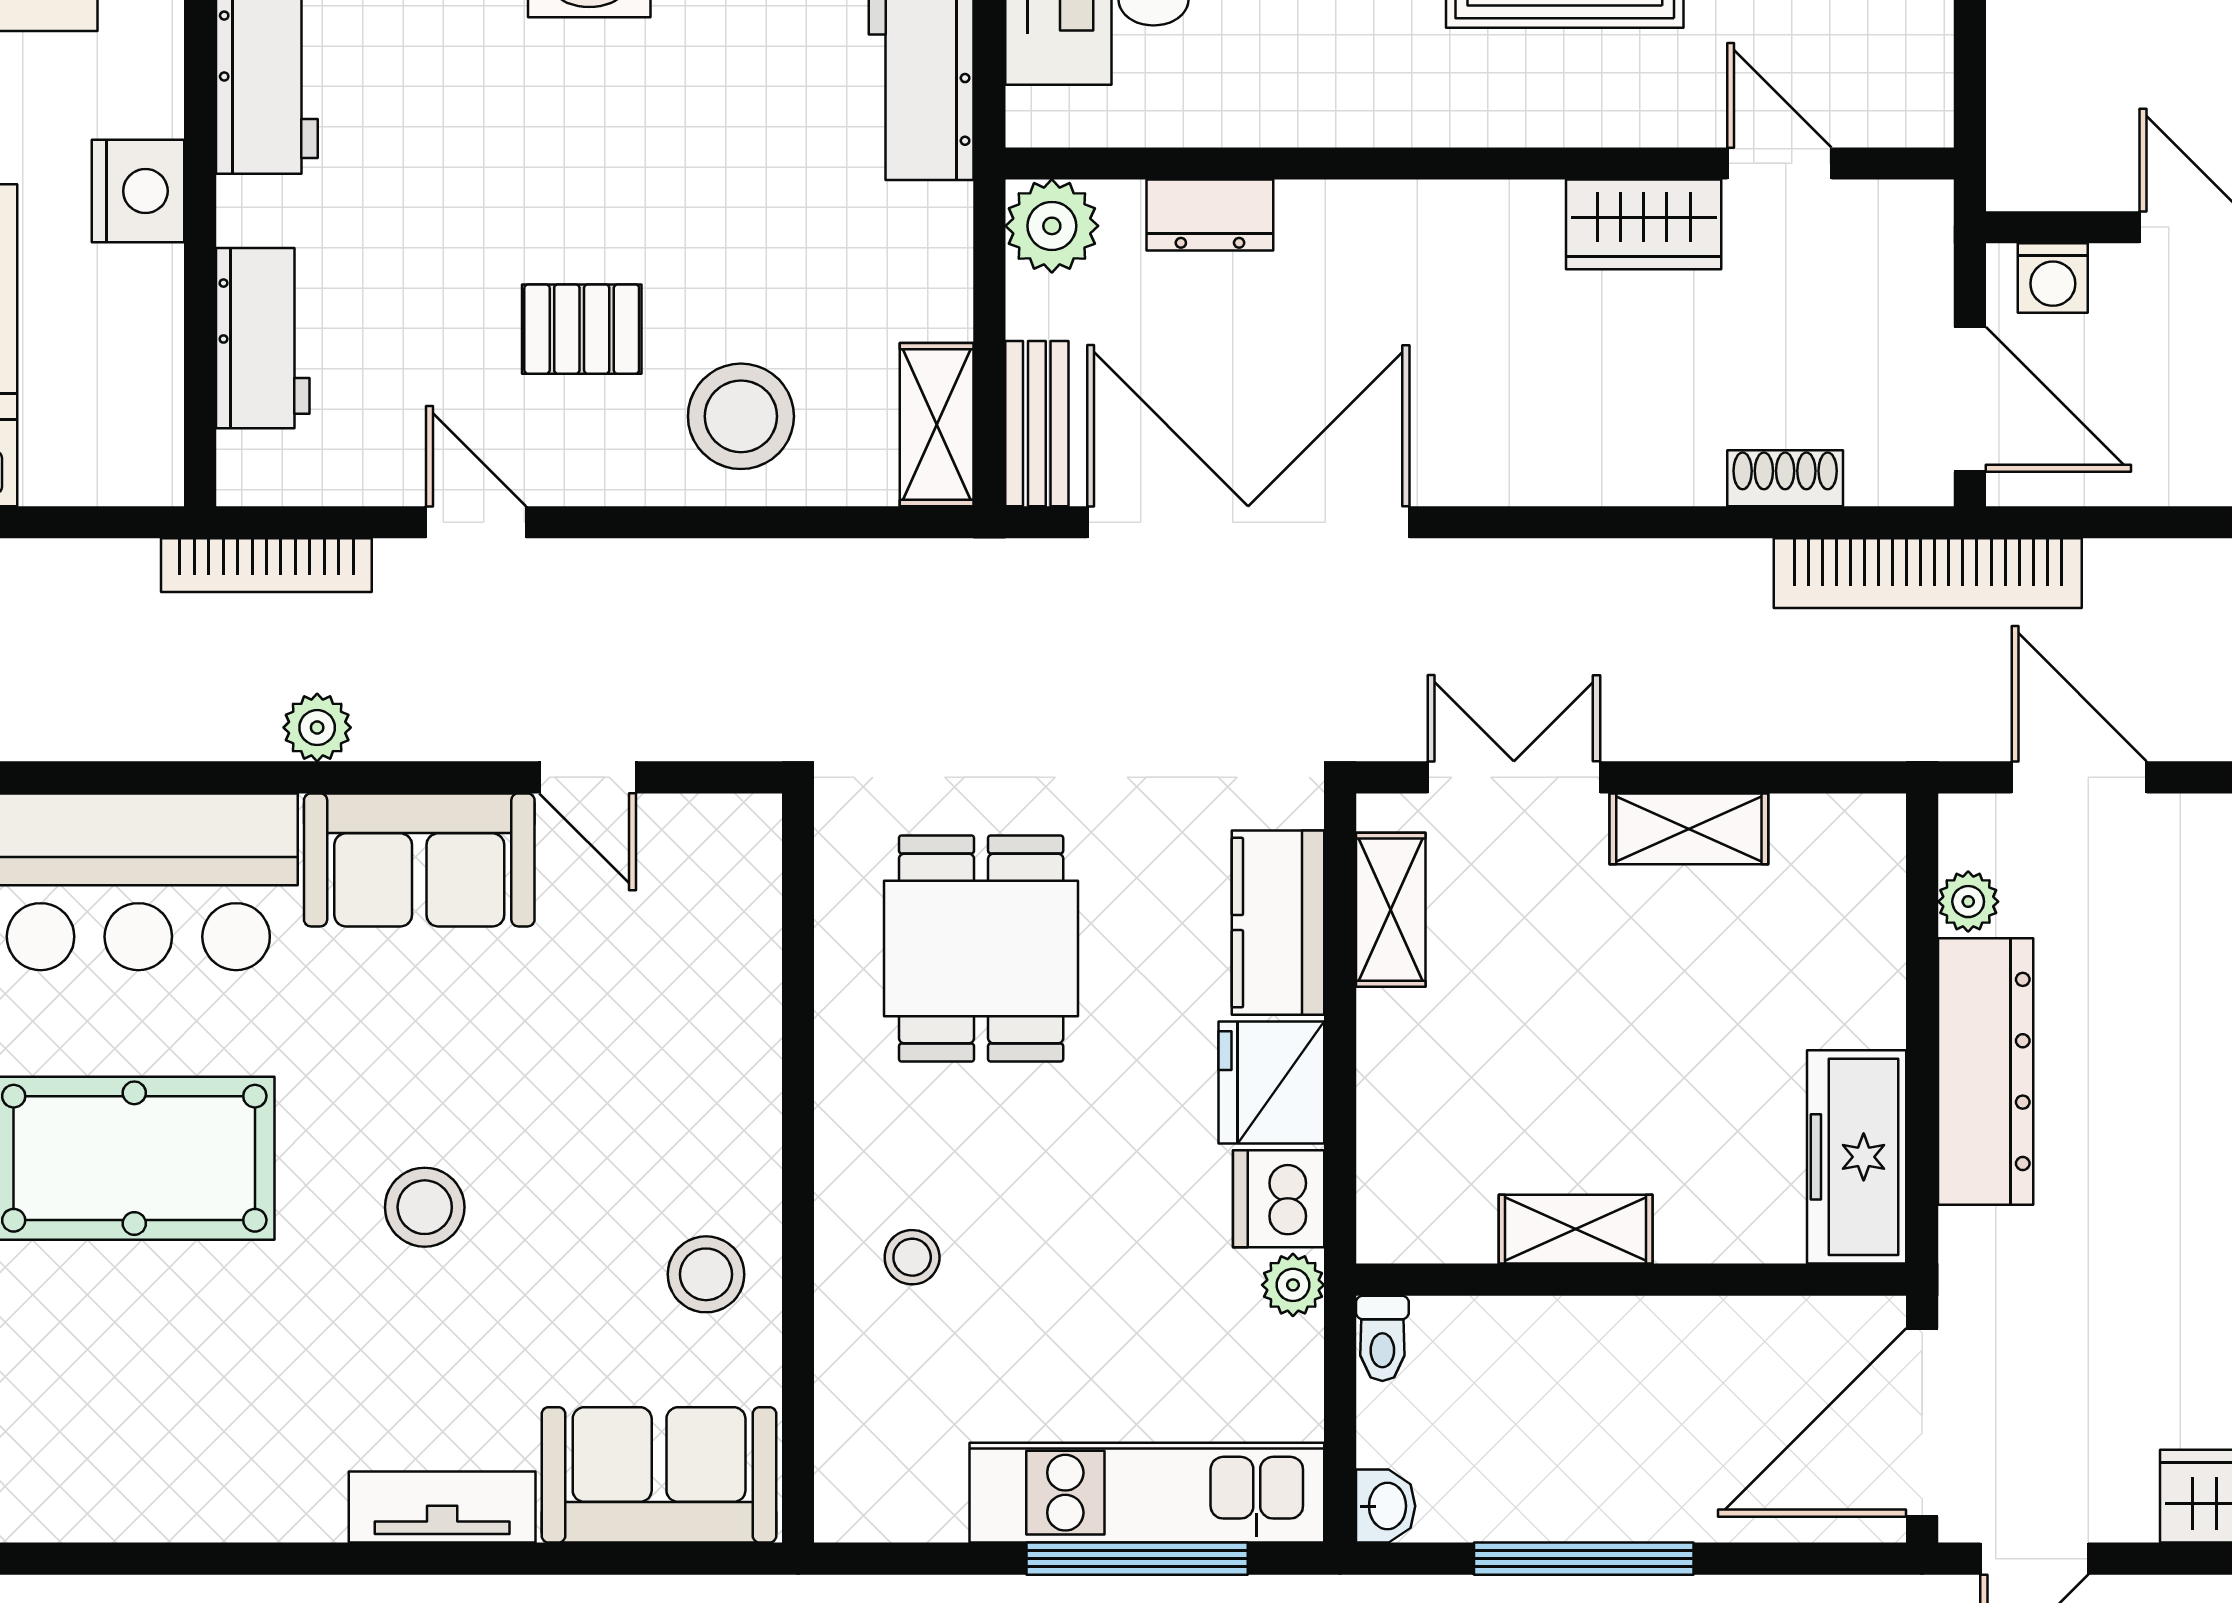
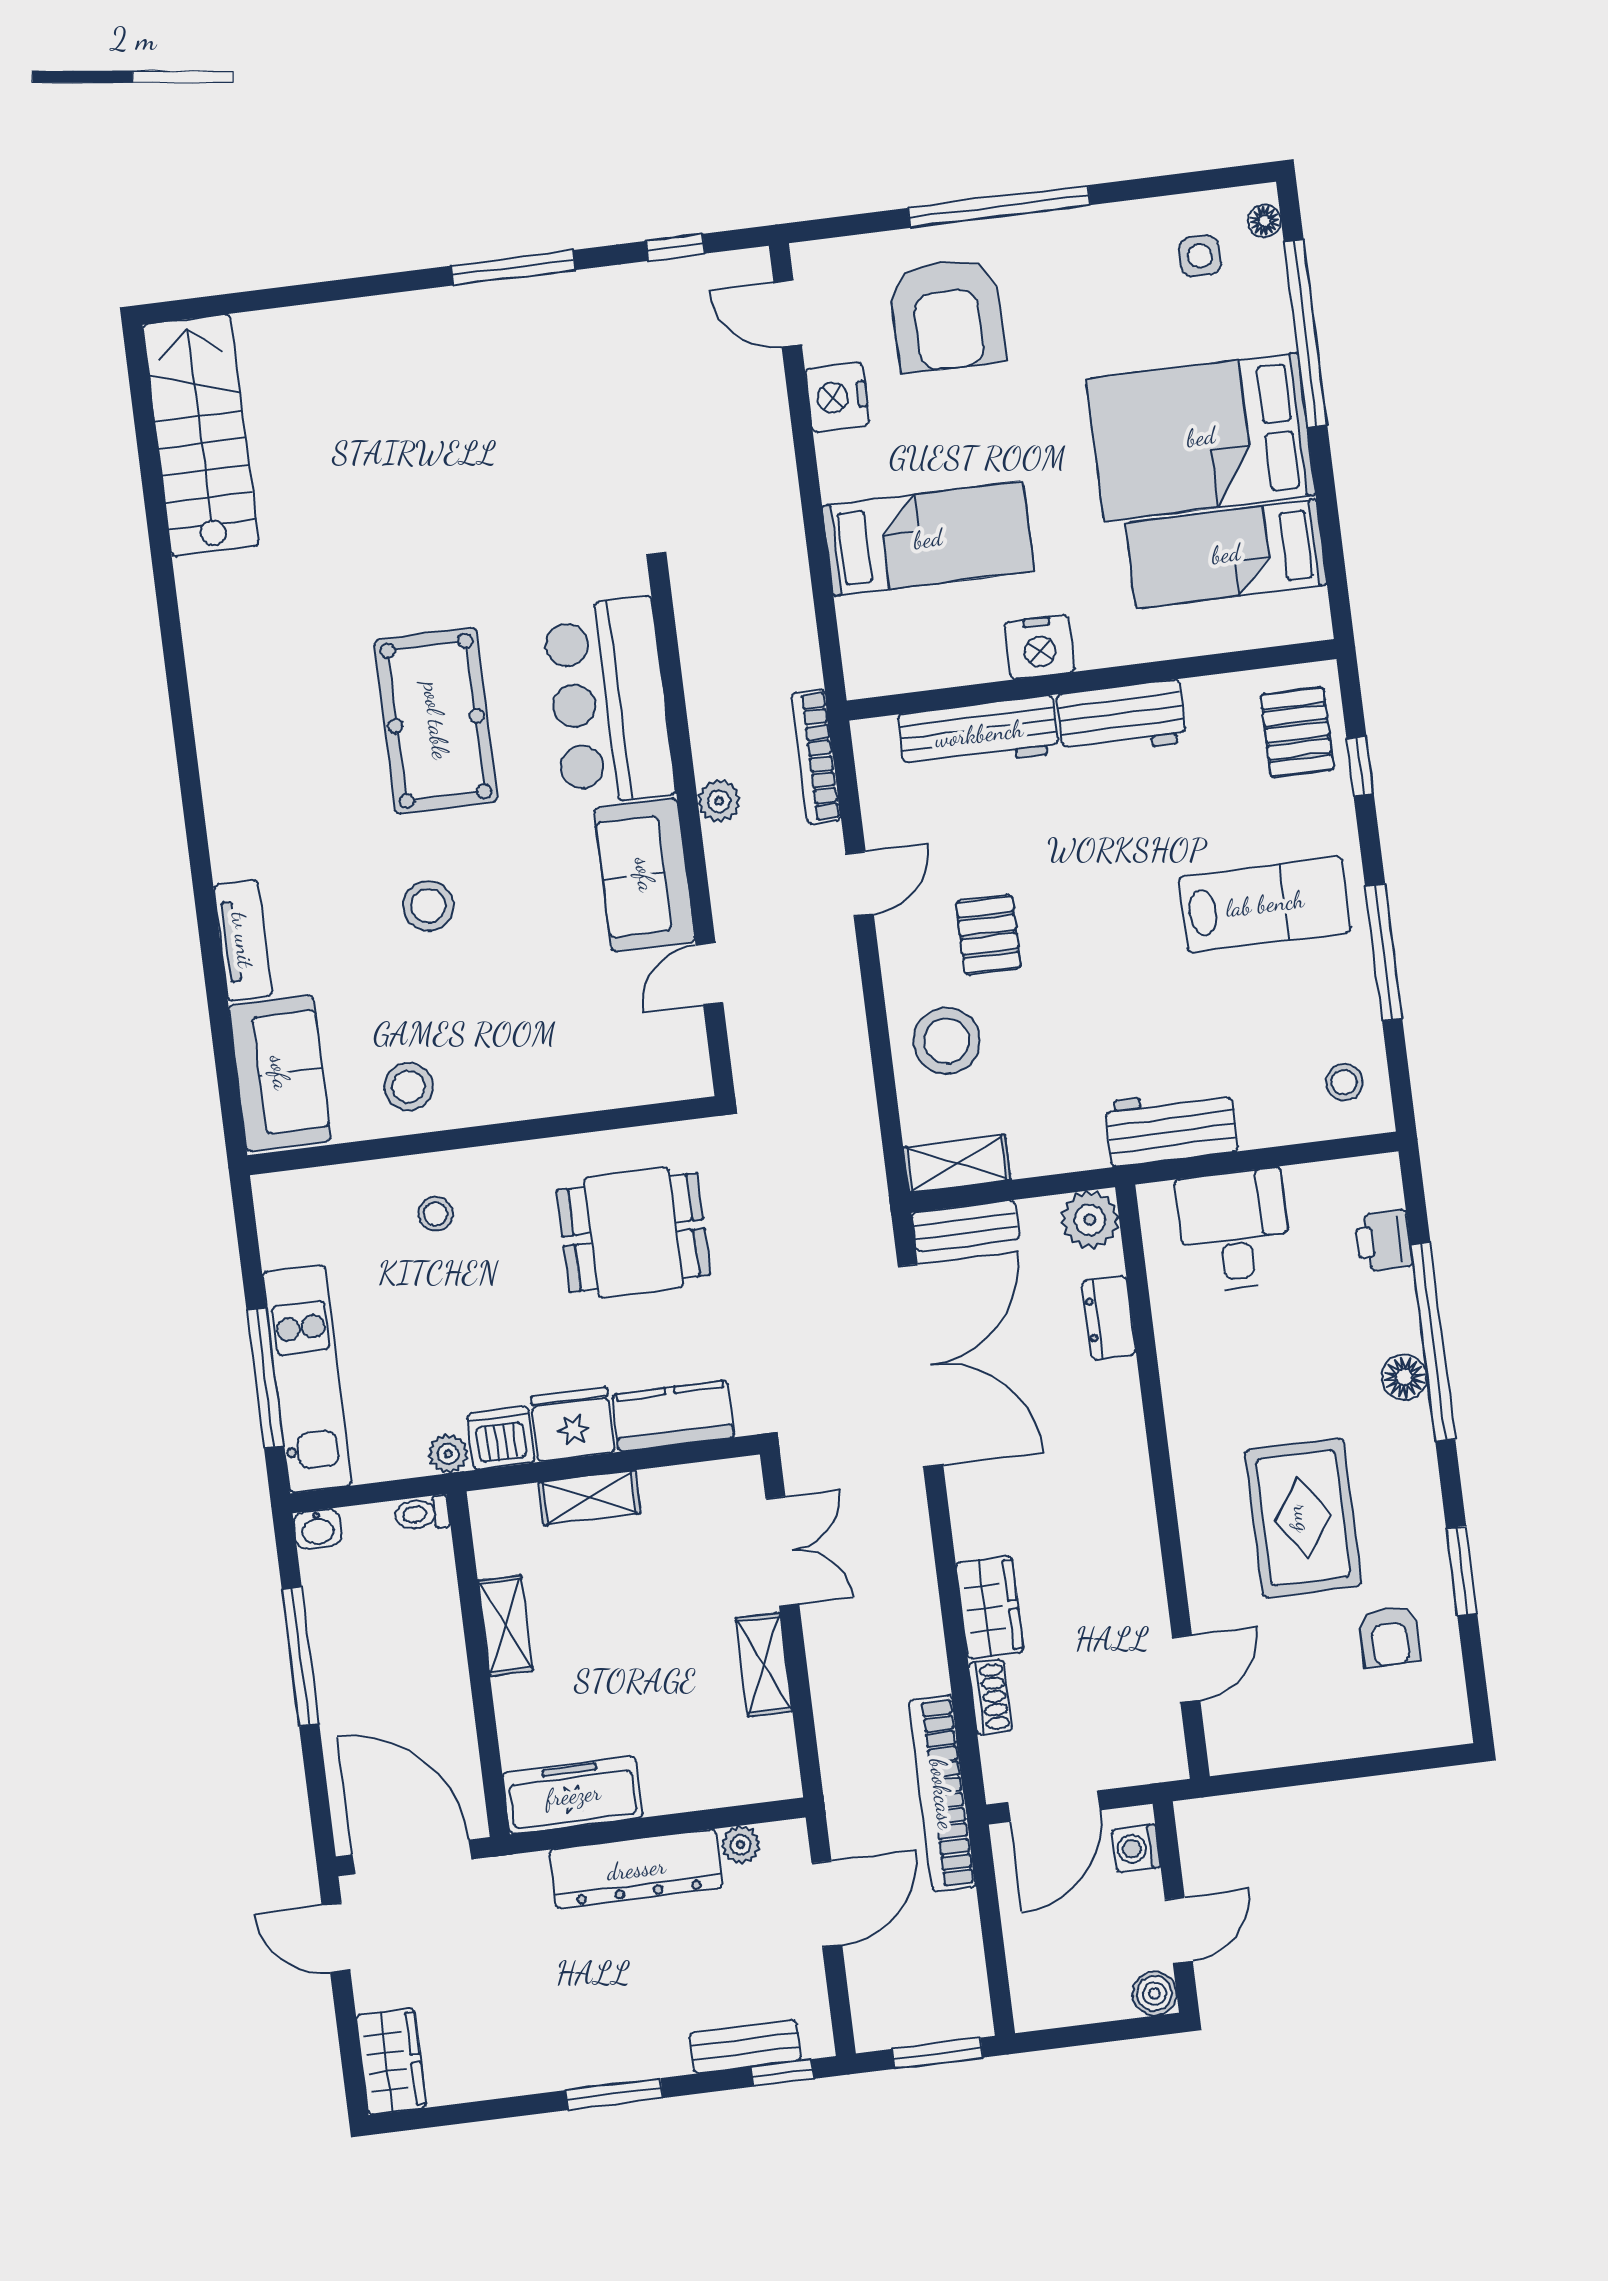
wardrobe: (1644, 224) -> (990, 1607), moved, turned 180
workbench: (263, 338) -> (979, 734), width x1.38
shelving: (1391, 910) -> (589, 1498), moved

